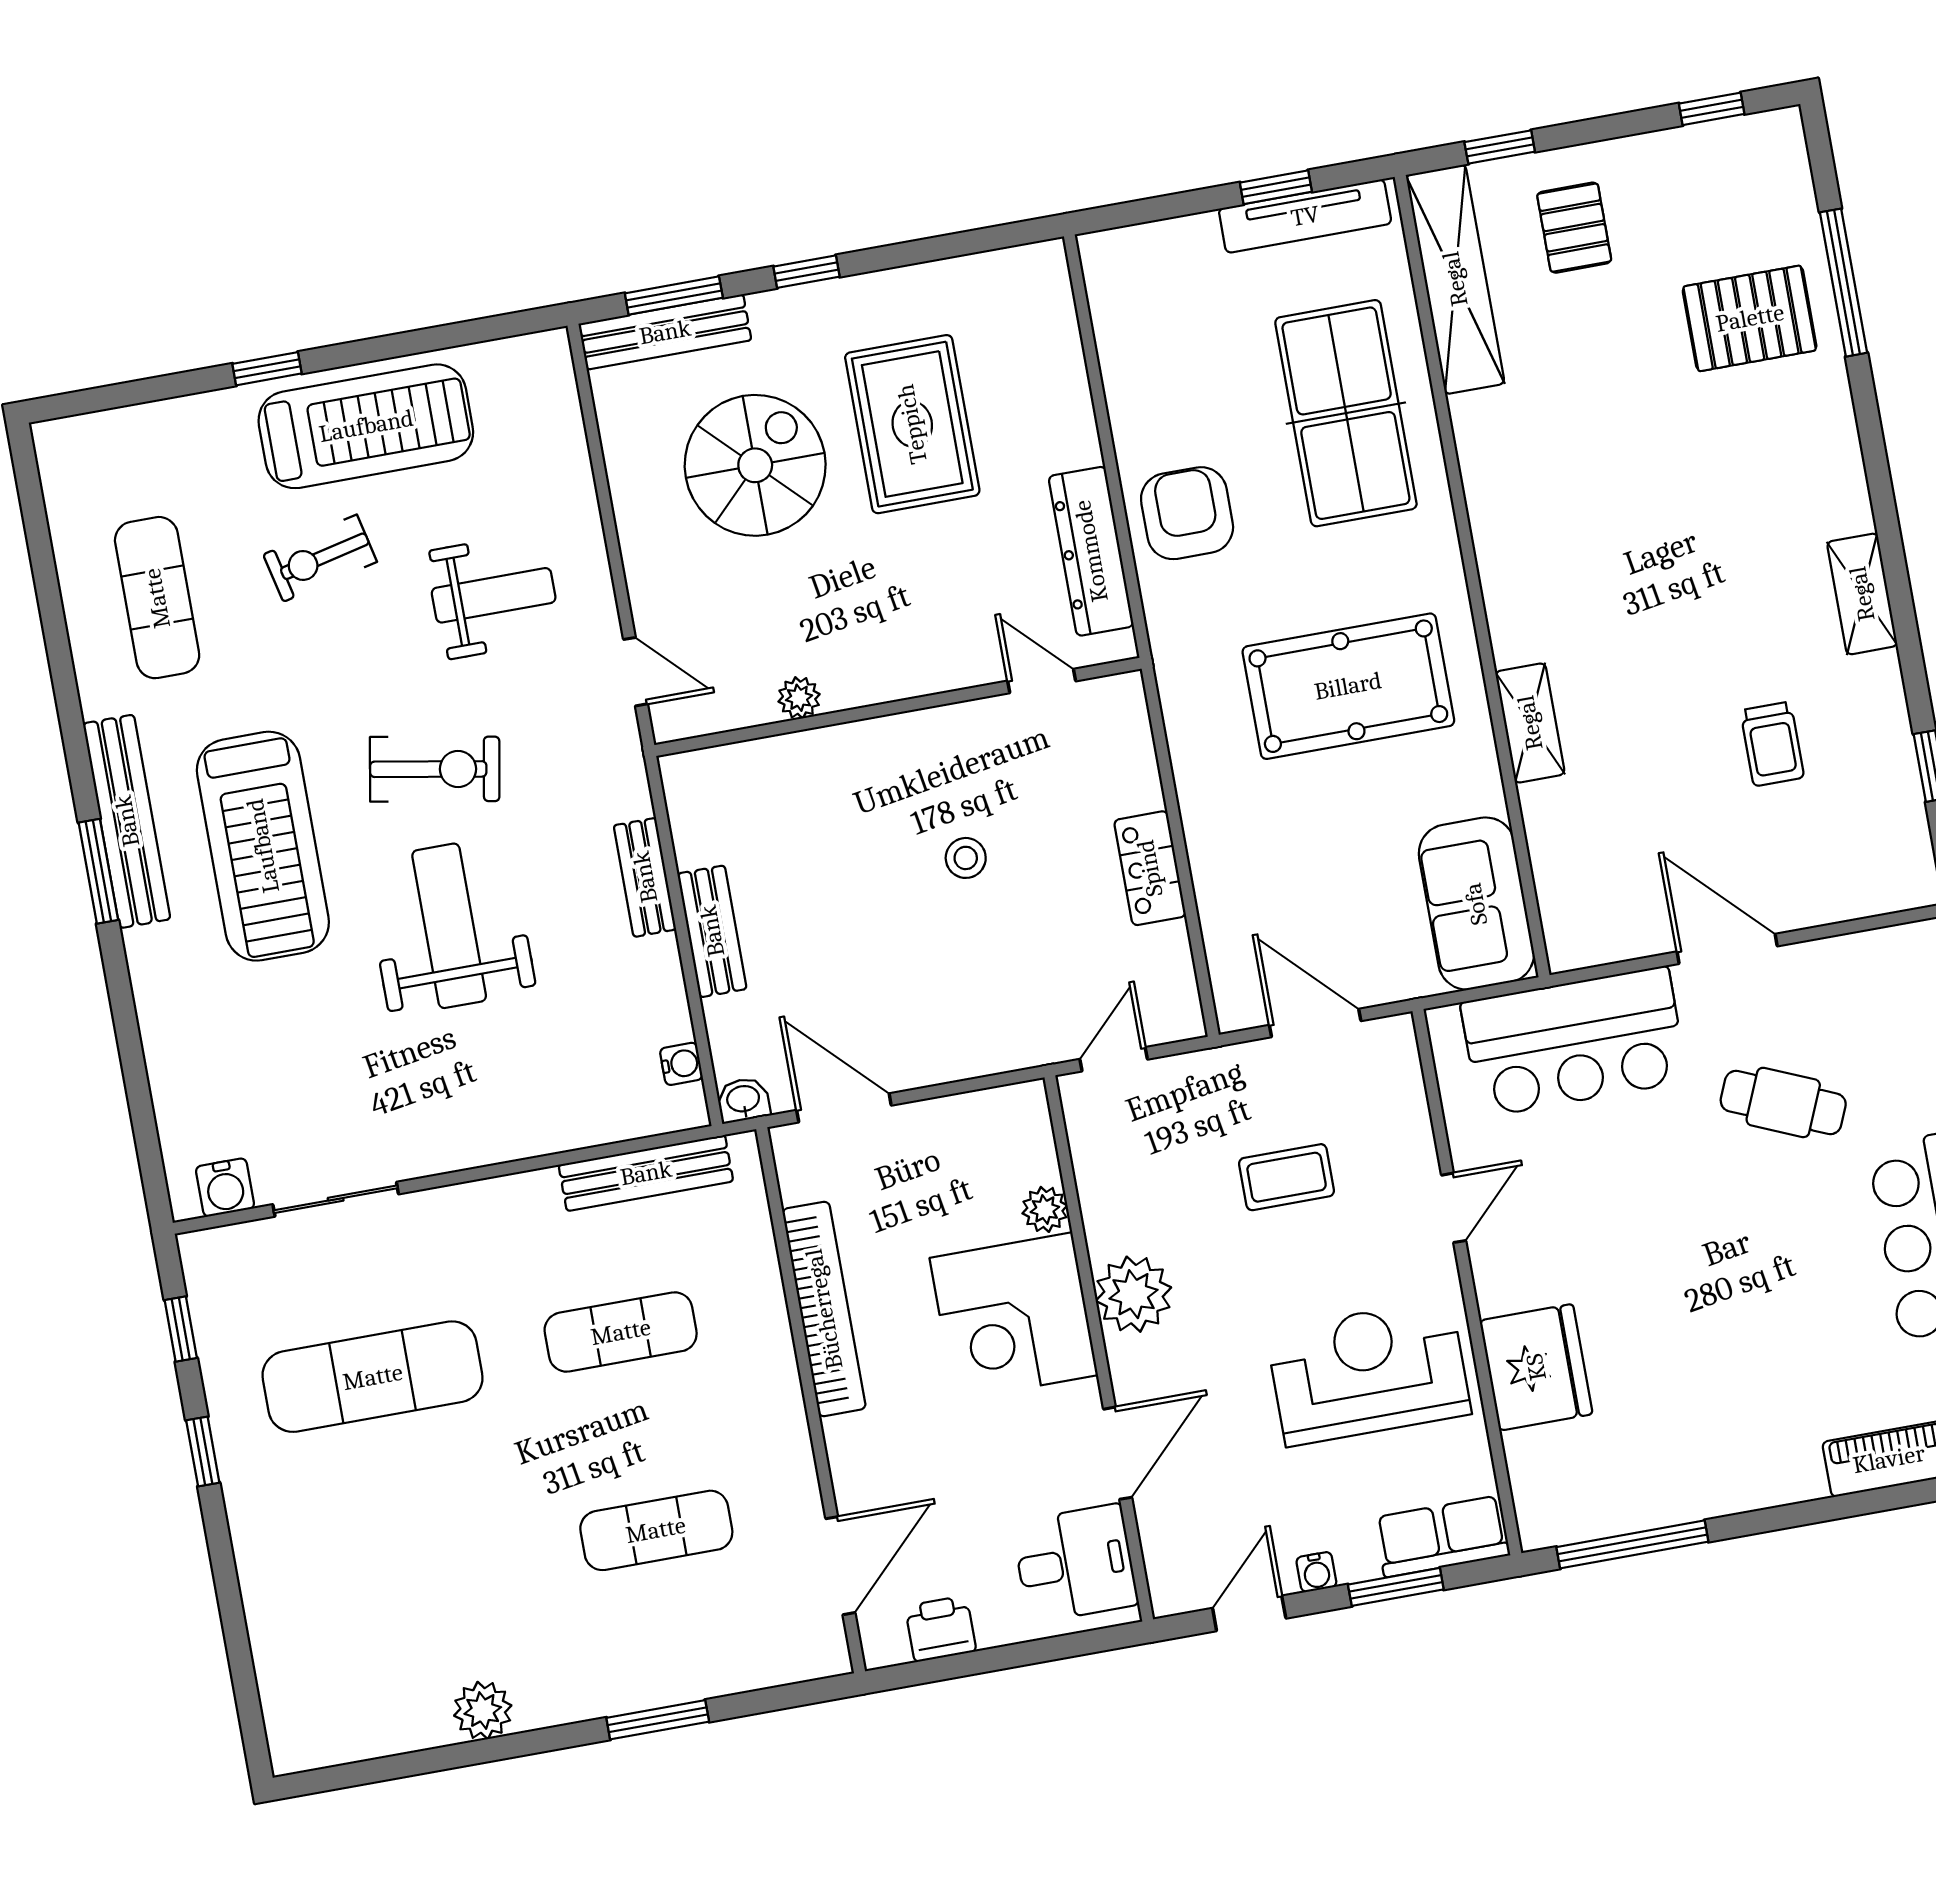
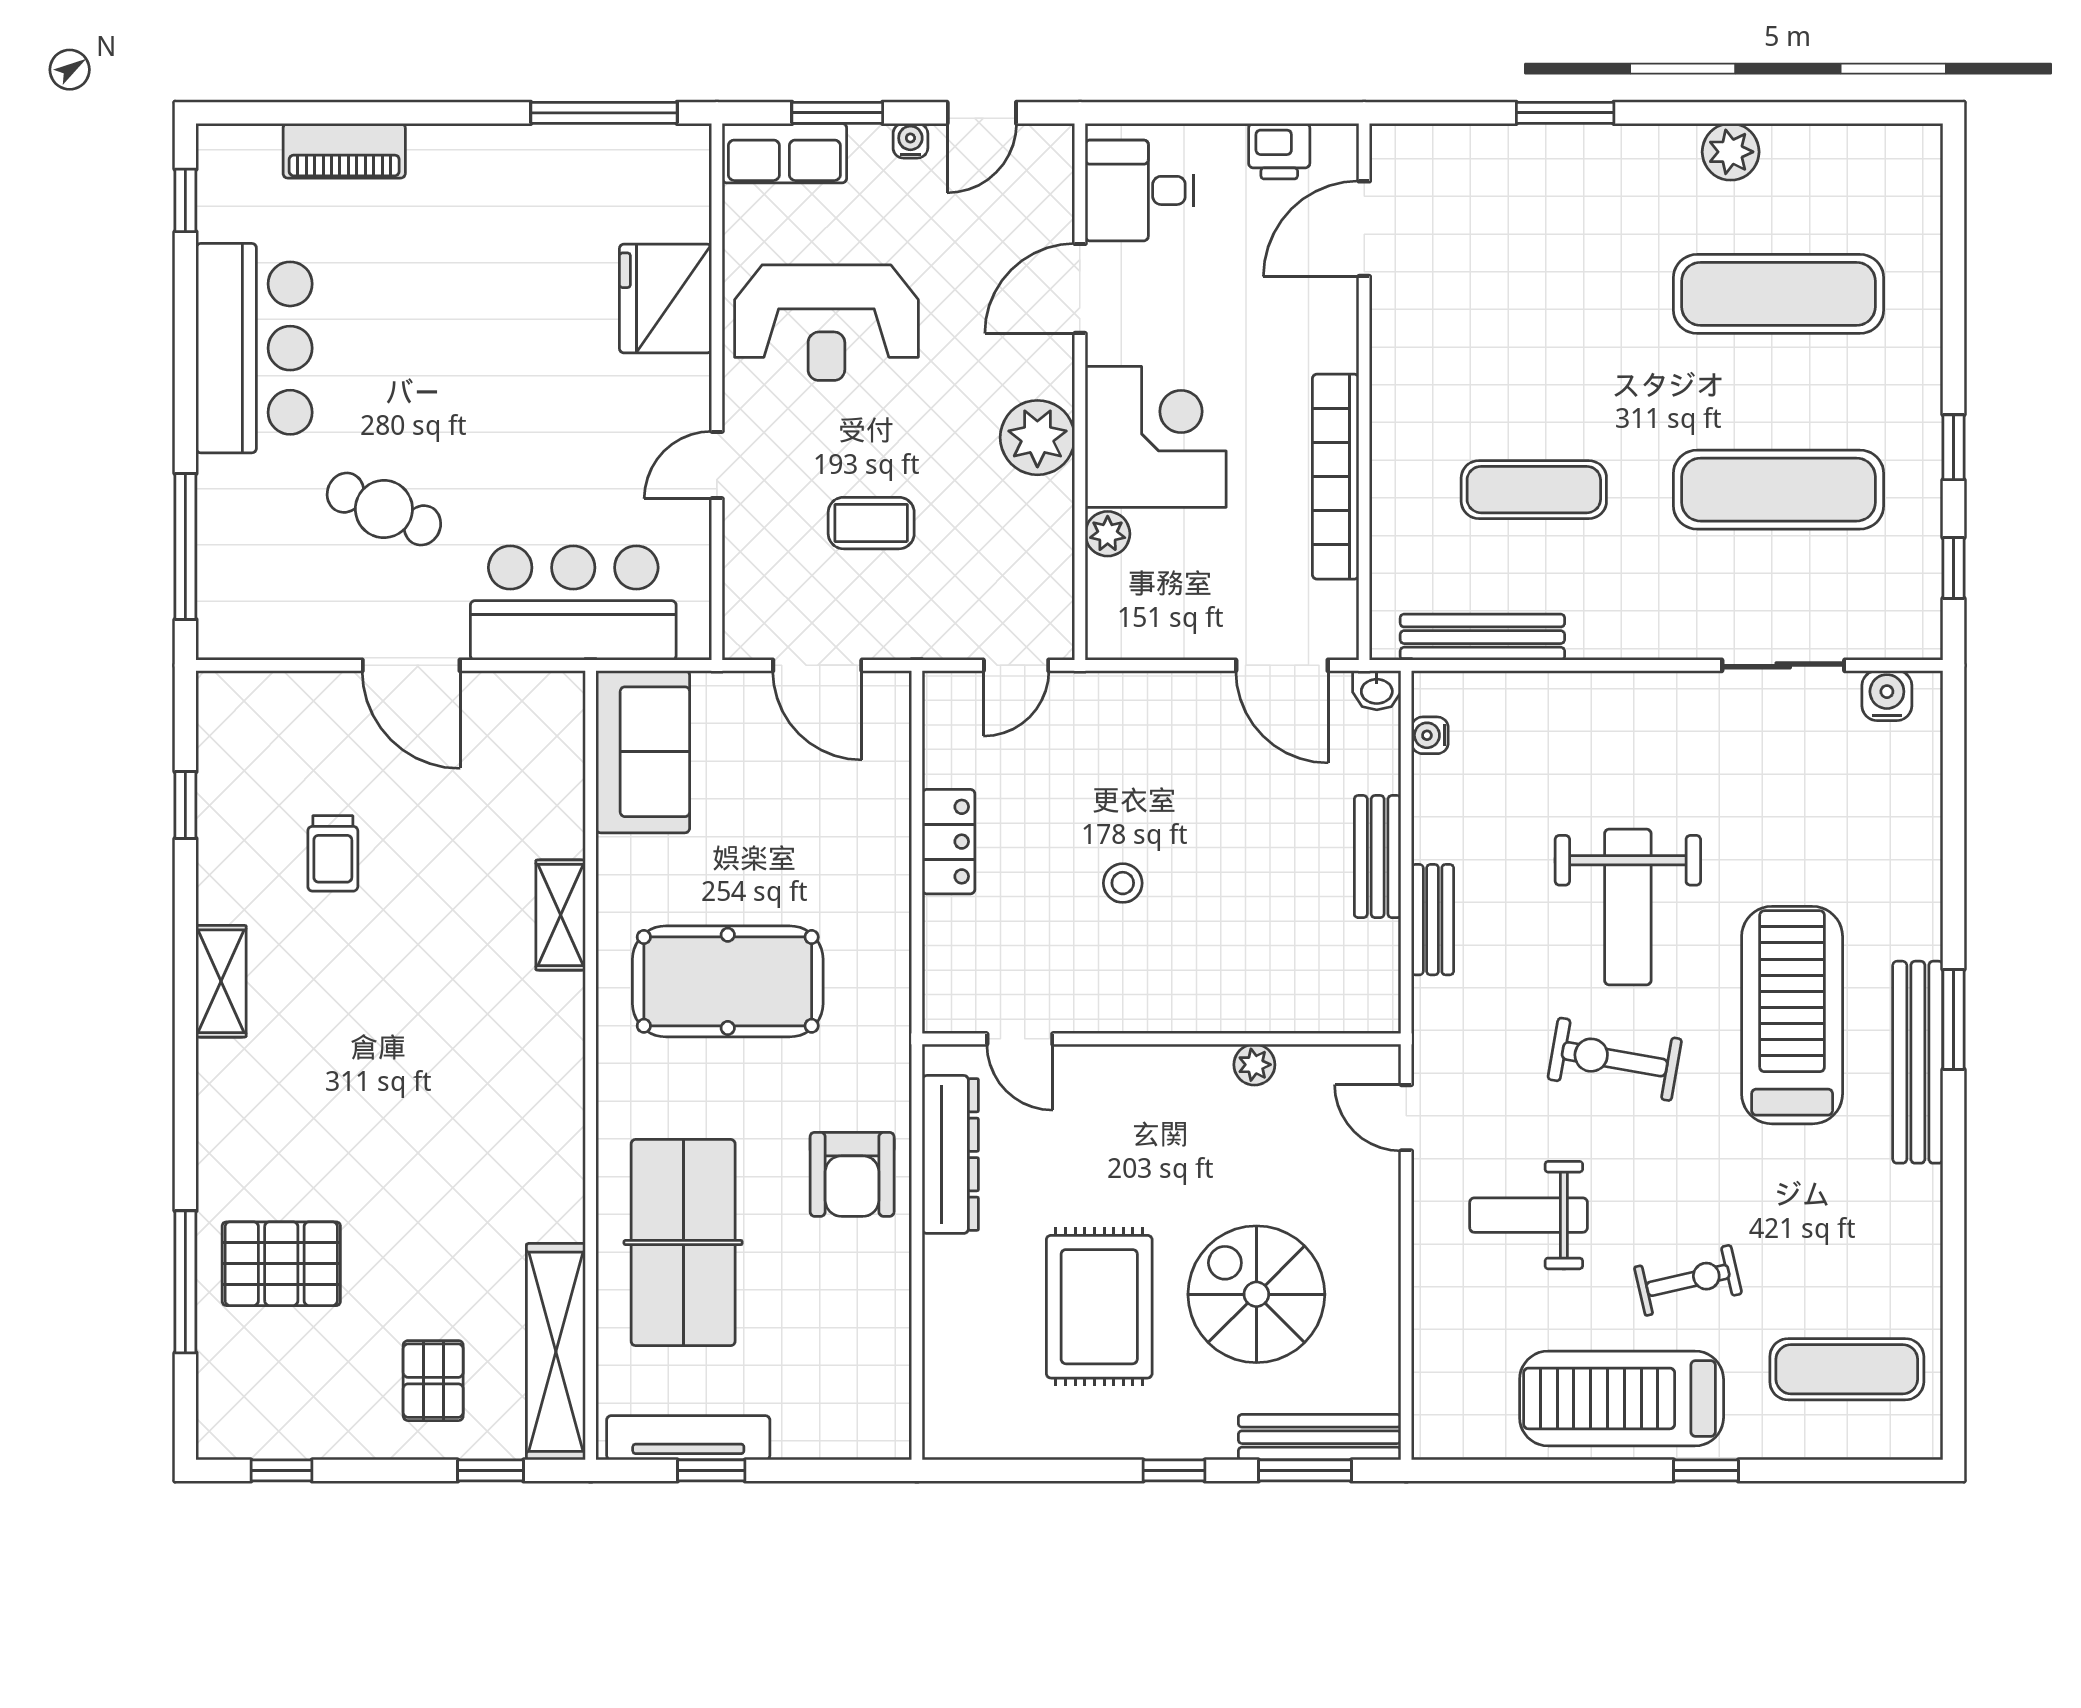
spiral stairs: (755, 465) -> (1256, 1294), turned 90
exercise mat: (157, 598) -> (1847, 1369), moved, turned 90
trolley: (1772, 744) -> (333, 853), turned 180
exercise mat: (656, 1530) -> (1778, 294), moved, width x1.36, depth x1.45

